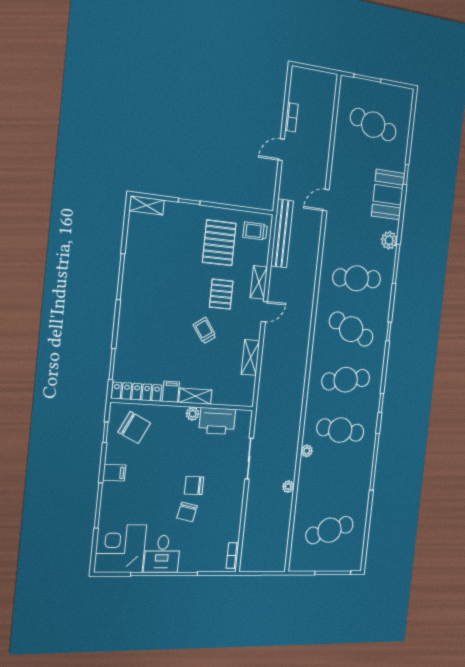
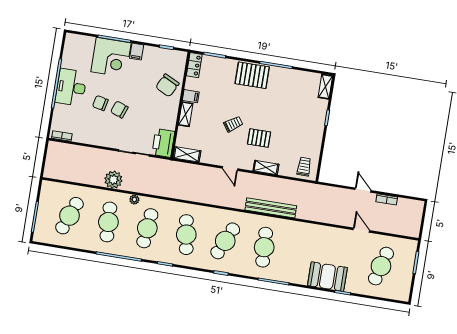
door: (326, 200) -> (361, 230), moved
bench: (282, 233) -> (271, 208), moved
plant: (389, 240) -> (292, 276), removed
pallet: (219, 243) -> (252, 75), moved
door: (264, 312) -> (230, 169), moved
shelving: (251, 357) -> (187, 154), moved
locker: (137, 392) -> (194, 65), width x0.66
plant: (193, 414) -> (173, 111), removed
printer: (217, 421) -> (163, 143), moved
chair: (134, 427) -> (167, 85), moved
cafe table: (335, 480) -> (108, 222), added
chair: (194, 486) -> (119, 110), turned -70
plant: (288, 487) -> (113, 180), width x1.88, depth x1.88
cafe table: (330, 530) -> (69, 216), turned 39
corner desk: (120, 549) -> (111, 57), moved, turned 90
desk: (162, 554) -> (71, 87), width x1.37

